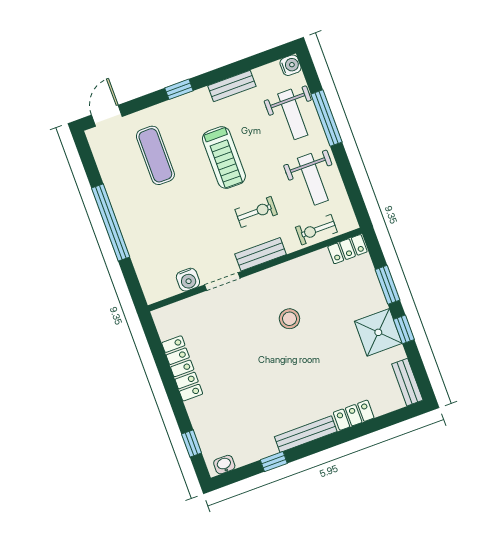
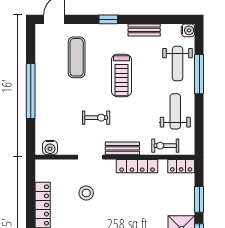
weight bench: (313, 179) -> (175, 111), turned 180
exercise bike: (256, 212) -> (96, 118), moved
locker: (289, 271) -> (137, 166), added
water cooler: (188, 280) -> (50, 148), moved
stool: (289, 319) -> (86, 193), moved

